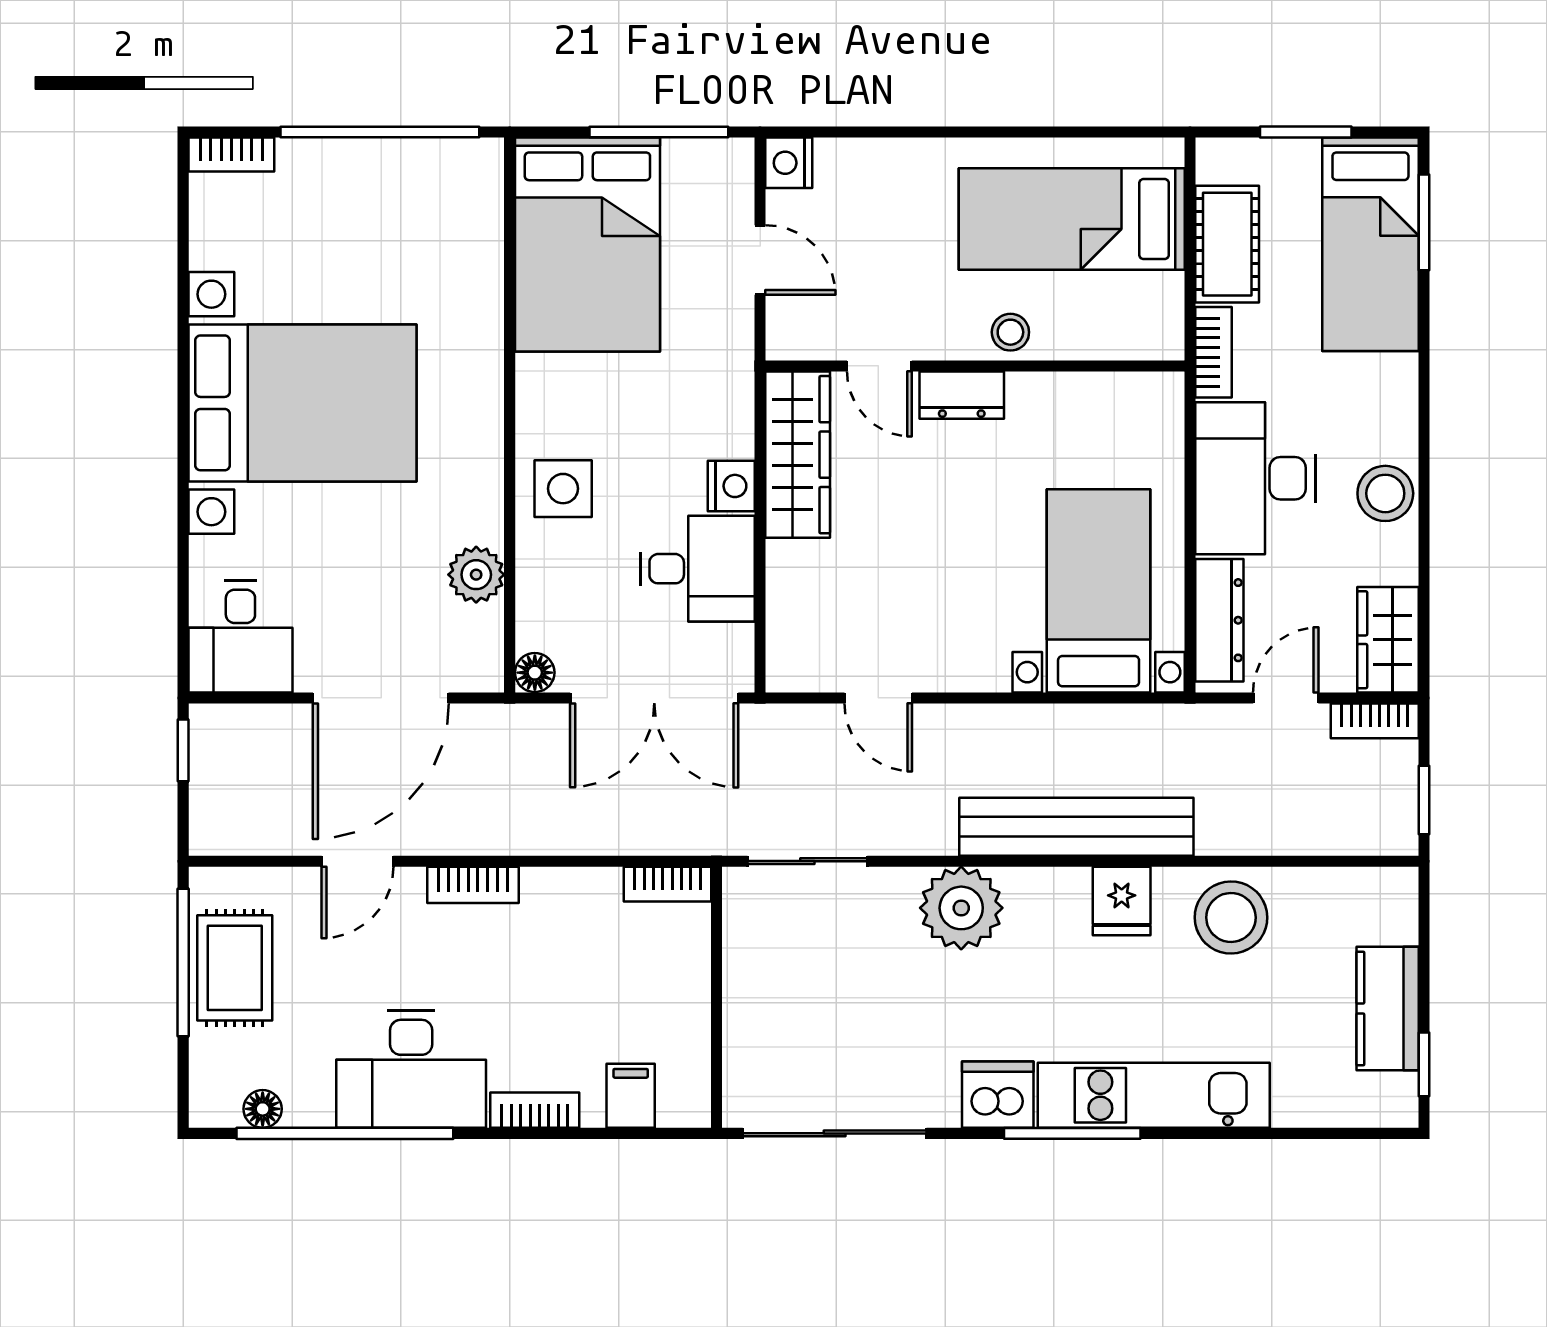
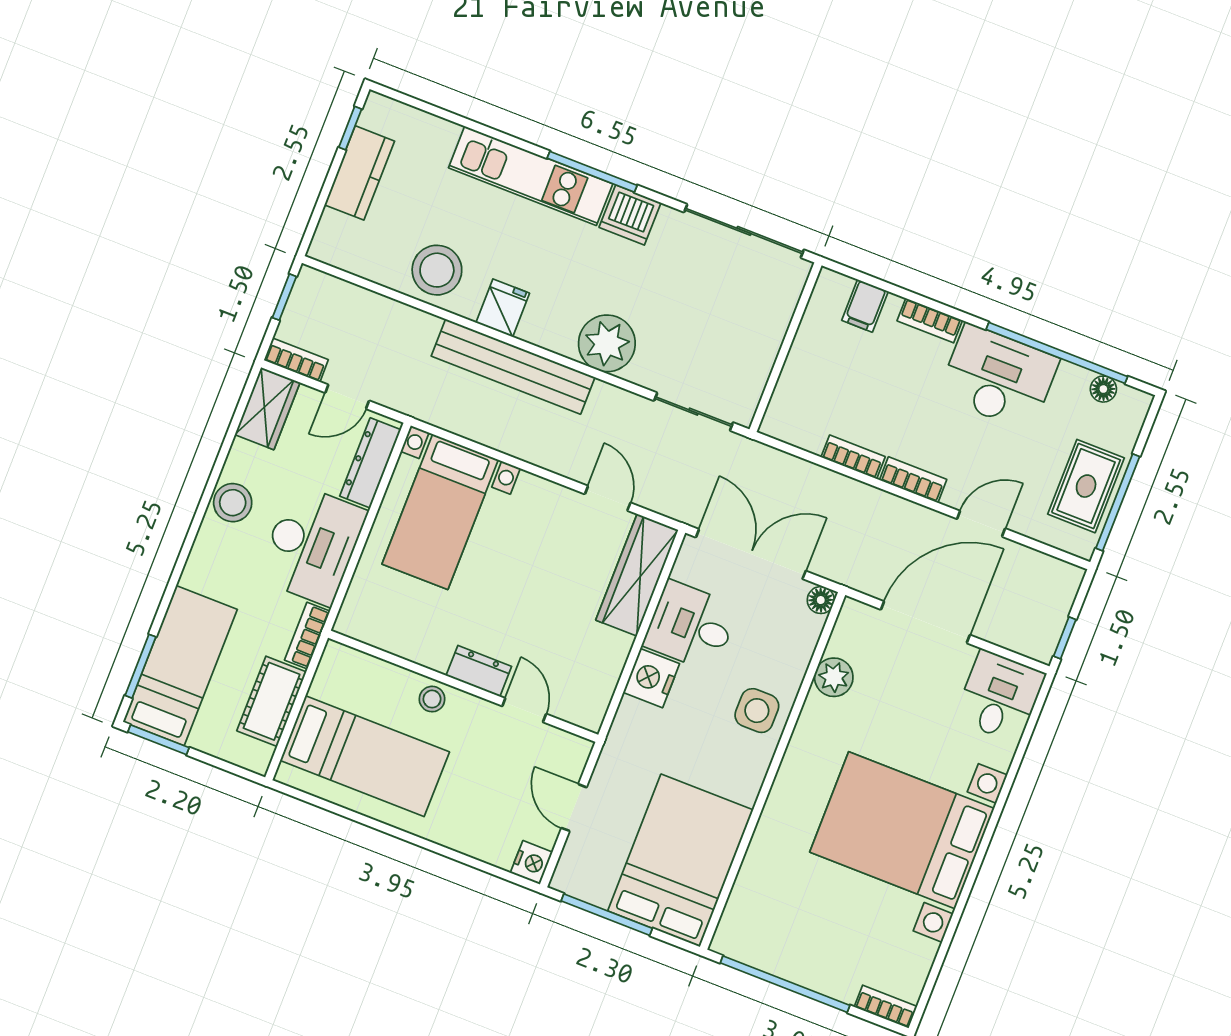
window: (1306, 132) -> (159, 740), moved
wardrobe: (798, 455) -> (637, 575), moved
nightstand: (731, 486) -> (651, 678), width x1.36, depth x1.33
bookcase: (667, 884) -> (853, 457), moved

